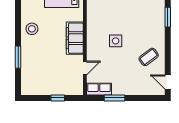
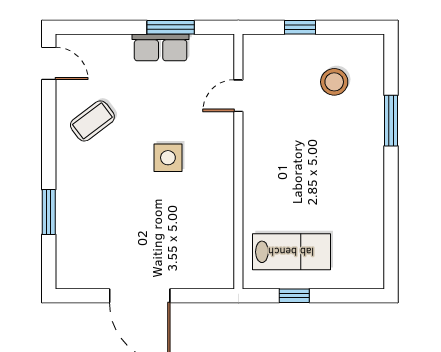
stool: (32, 29) -> (334, 82), moved
filing cabinet: (75, 38) -> (261, 164), removed
row of seats: (99, 89) -> (161, 47), moved

